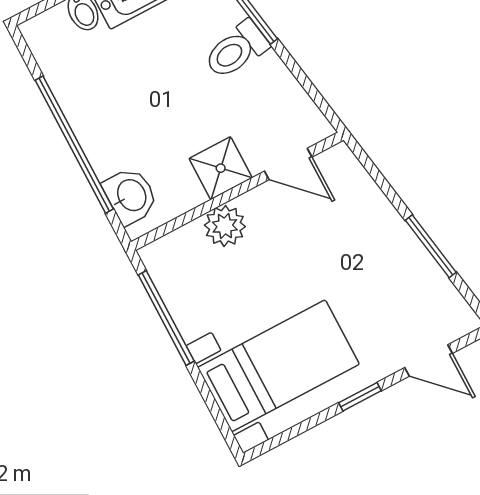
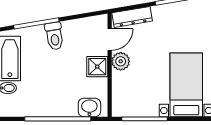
dresser: (357, 185) -> (132, 17), added
plant: (225, 226) -> (121, 61), moved

